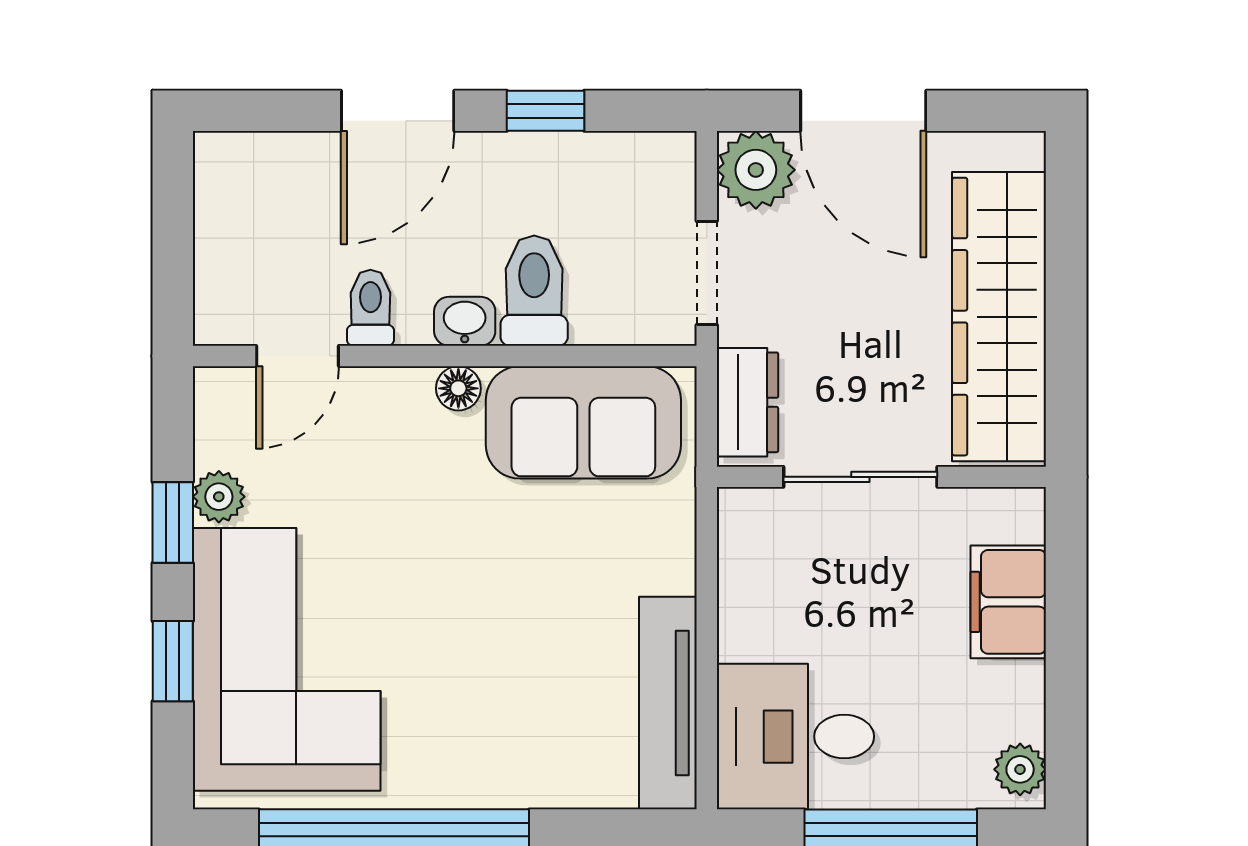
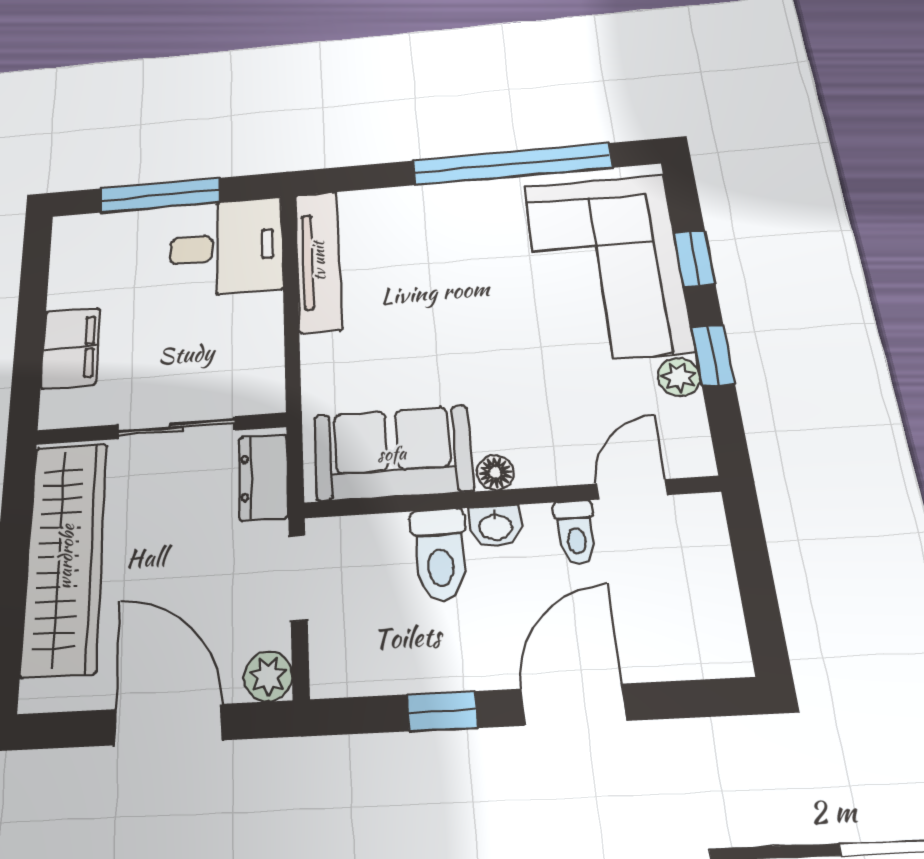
plant: (756, 170) -> (268, 676), width x0.73, depth x0.73
plant: (1020, 769) -> (69, 240), removed

